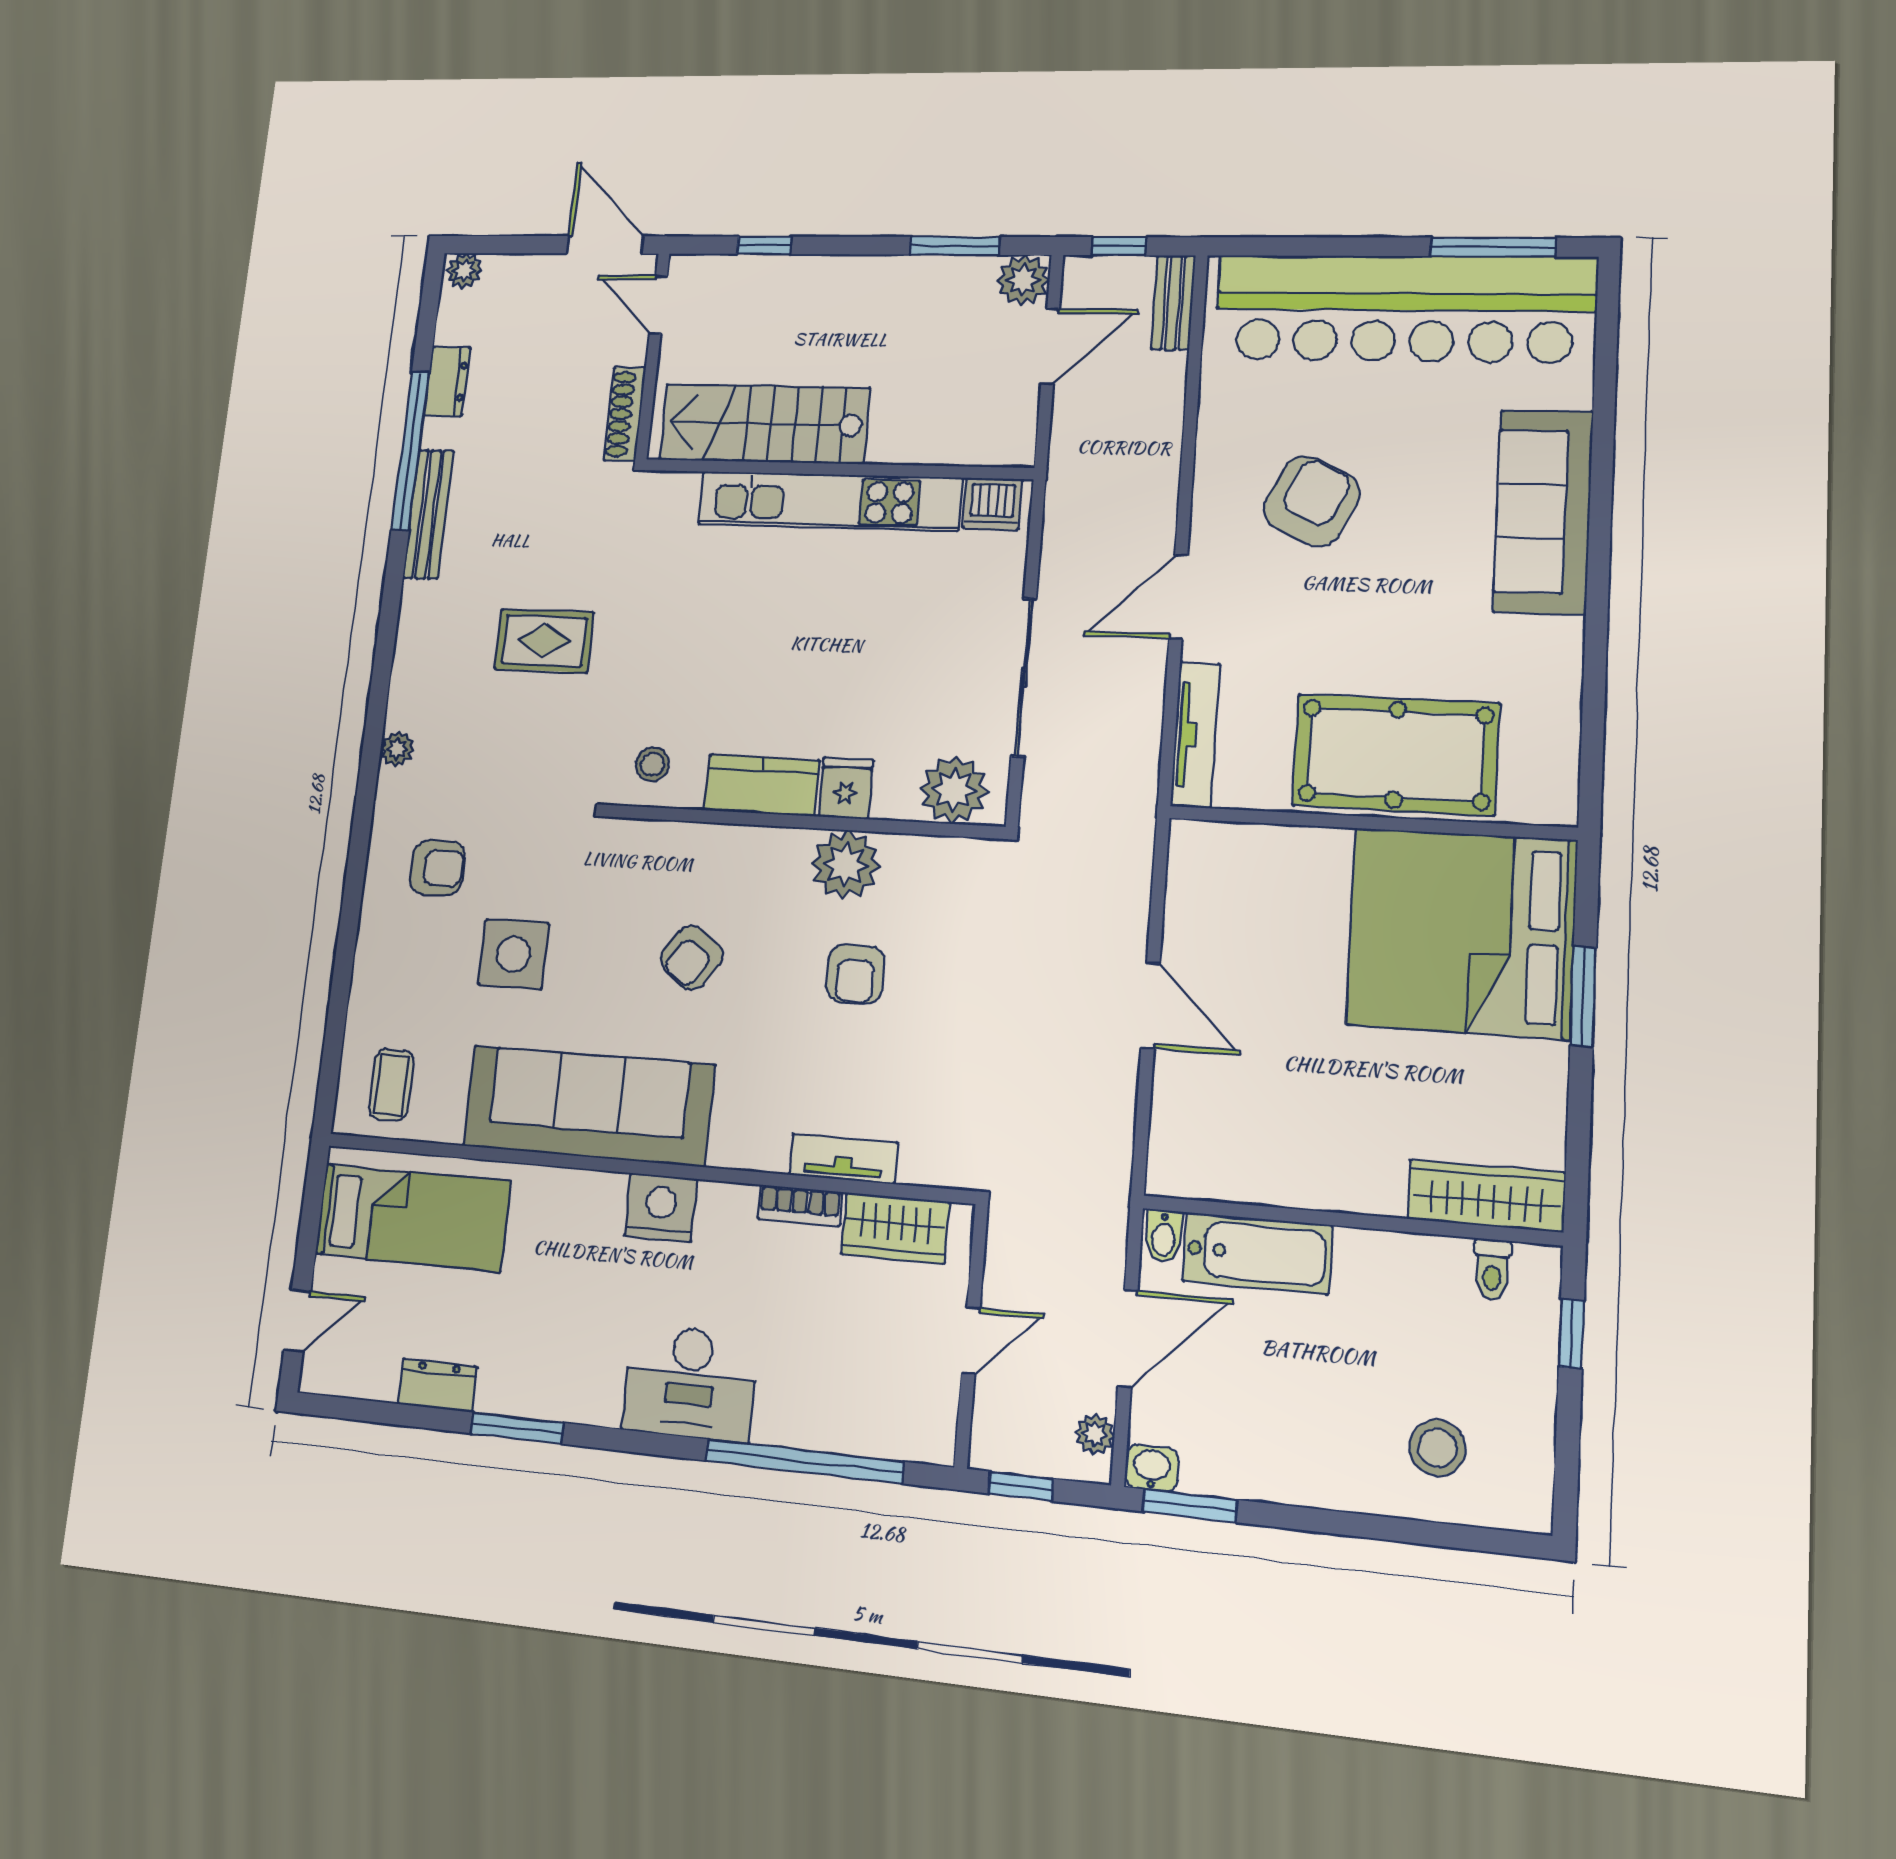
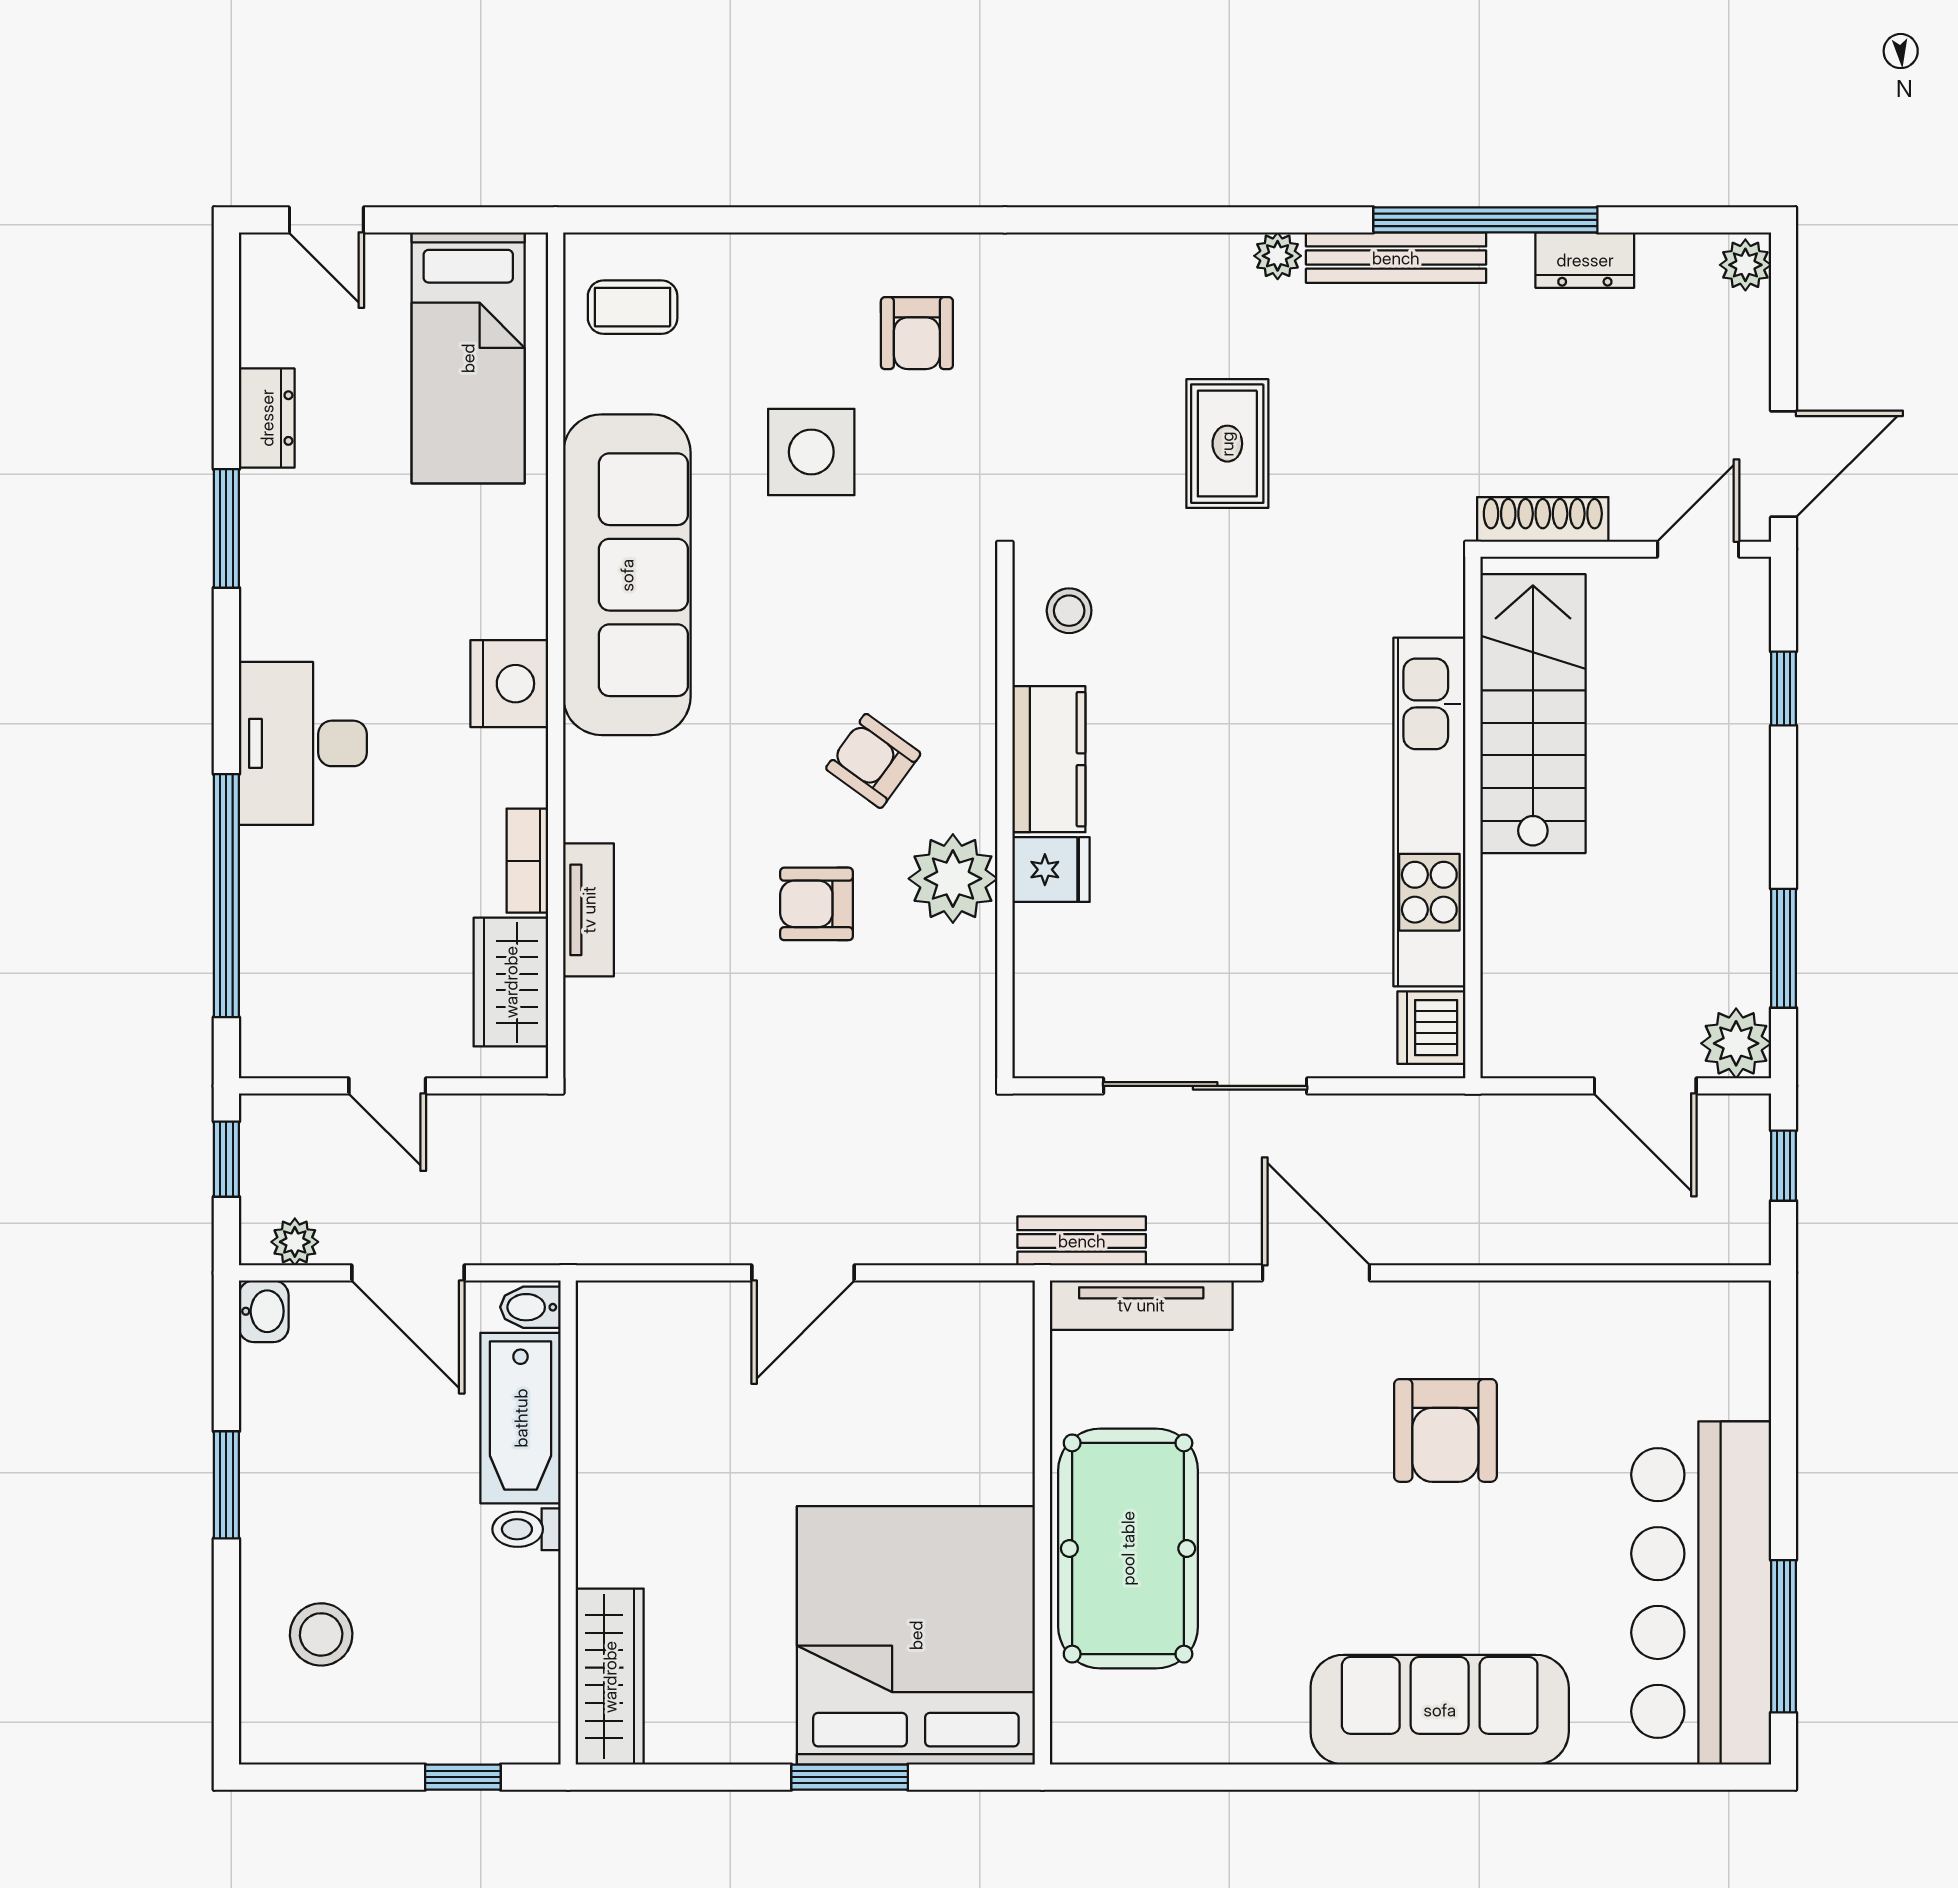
bench: (1173, 302) -> (1082, 1241), moved
bar counter: (1404, 308) -> (1701, 1593), width x0.73
armchair: (1312, 501) -> (1445, 1430), turned 64
plant: (397, 749) -> (1278, 256), moved
plant: (954, 790) -> (1056, 1009), removed
armchair: (692, 957) -> (873, 761), moved
toilet: (1492, 1270) -> (527, 1529), moved
window: (1190, 1506) -> (226, 1485), moved

